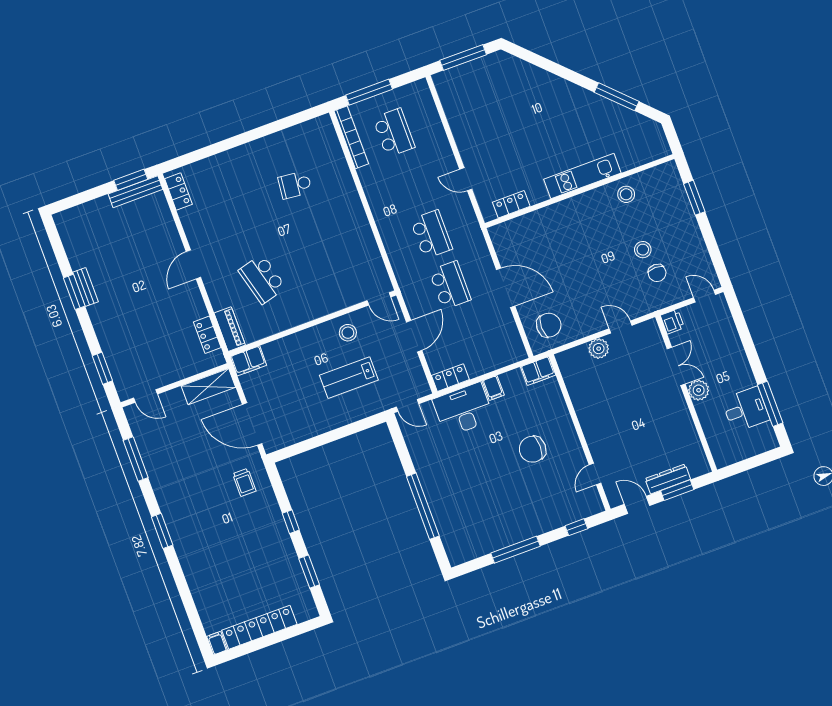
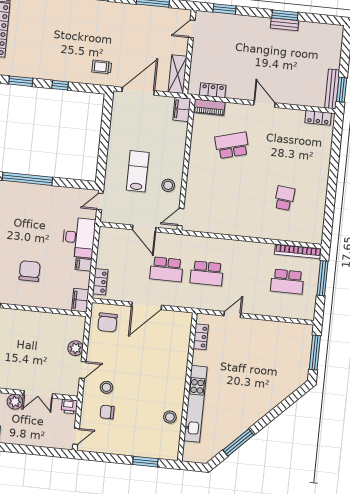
kitchen unit: (582, 176) -> (195, 404), width x1.36
stool: (643, 250) -> (106, 387), moved
locker: (450, 378) -> (100, 282), moved

